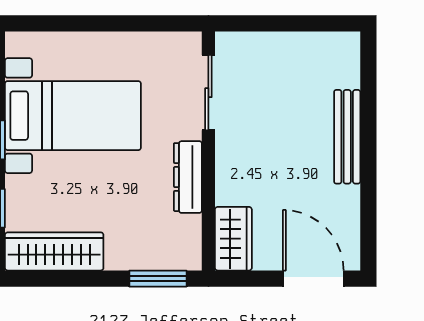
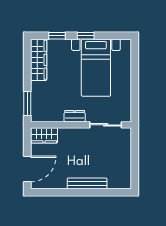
dresser: (188, 177) -> (75, 116), width x0.70

